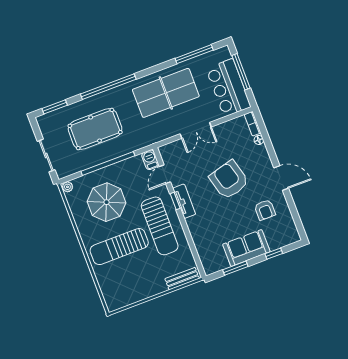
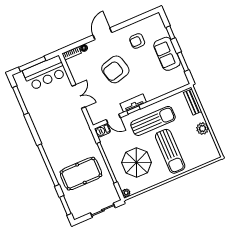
table tennis table: (166, 93) -> (51, 121), removed
pool table: (95, 129) -> (81, 174), turned 90
door: (281, 178) -> (102, 34), moved
armchair: (265, 210) -> (137, 41), turned 180
plant: (147, 290) -> (202, 128), added

